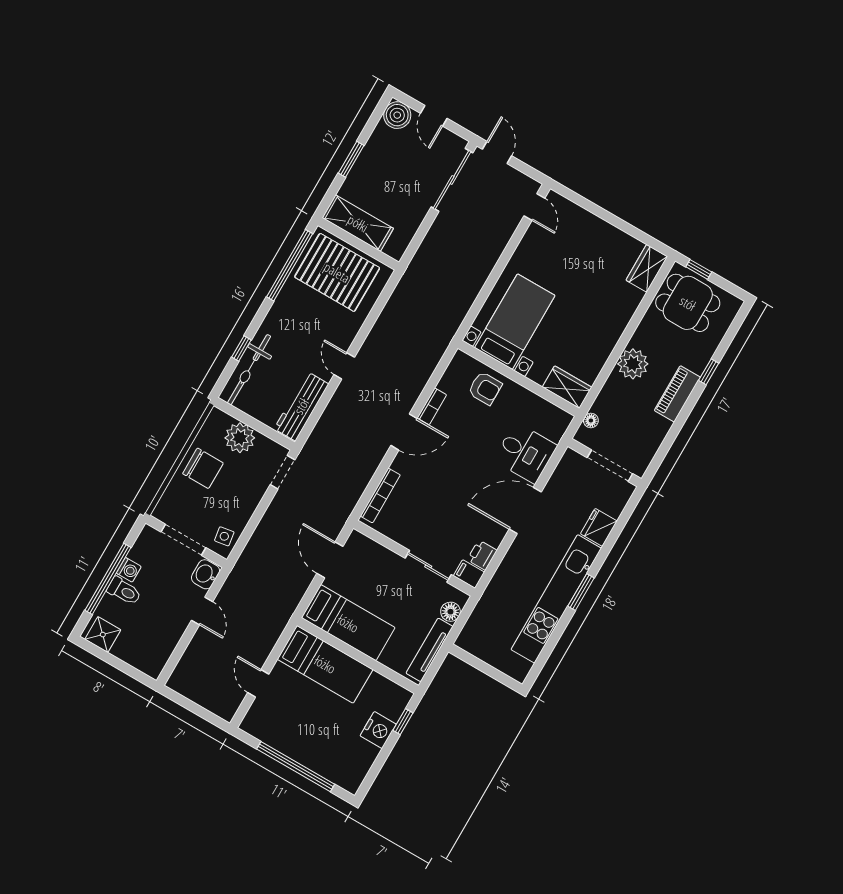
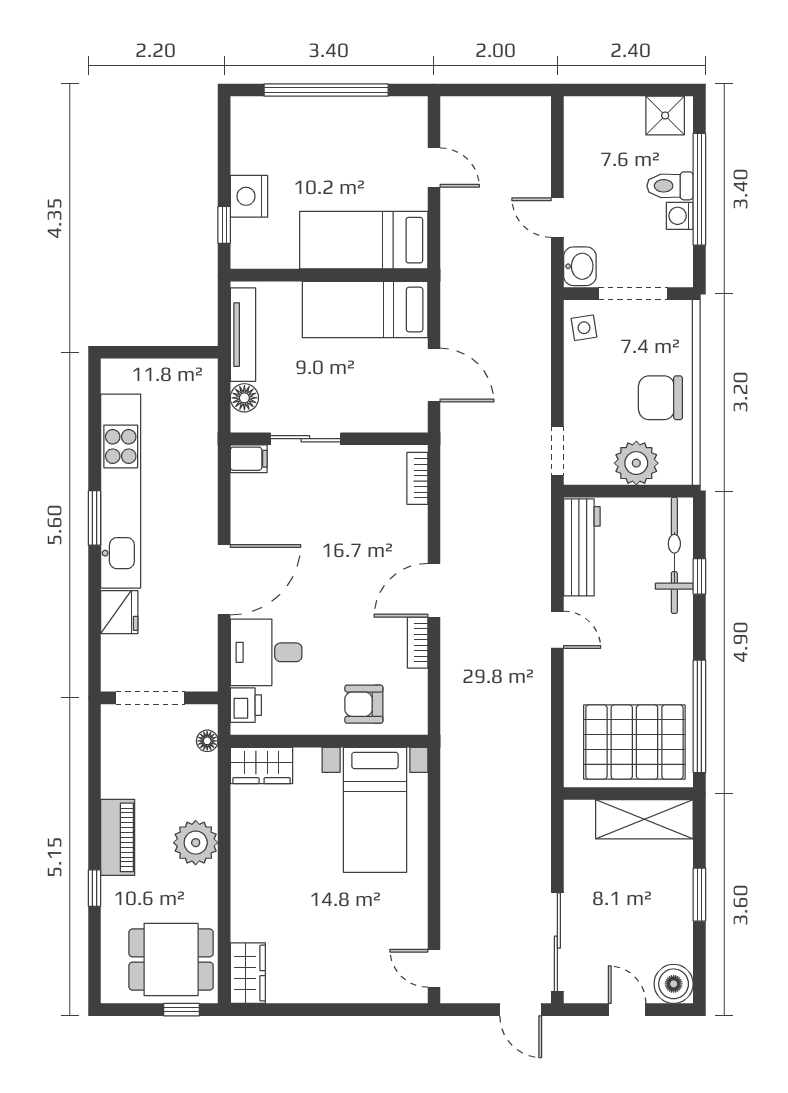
bookcase: (380, 495) -> (417, 478), width x0.64
printer: (482, 555) -> (246, 705), moved

